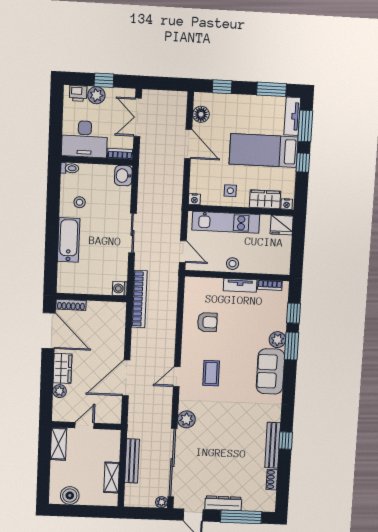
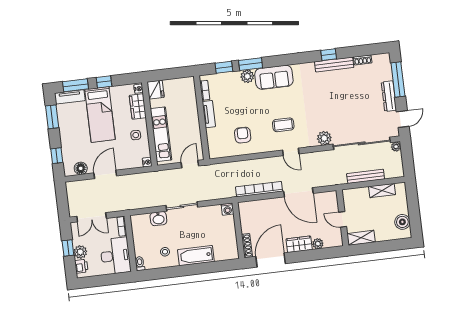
washbasin: (123, 176) -> (158, 219), moved
stool: (233, 264) -> (193, 123), removed
bookcase: (139, 299) -> (259, 189), moved

